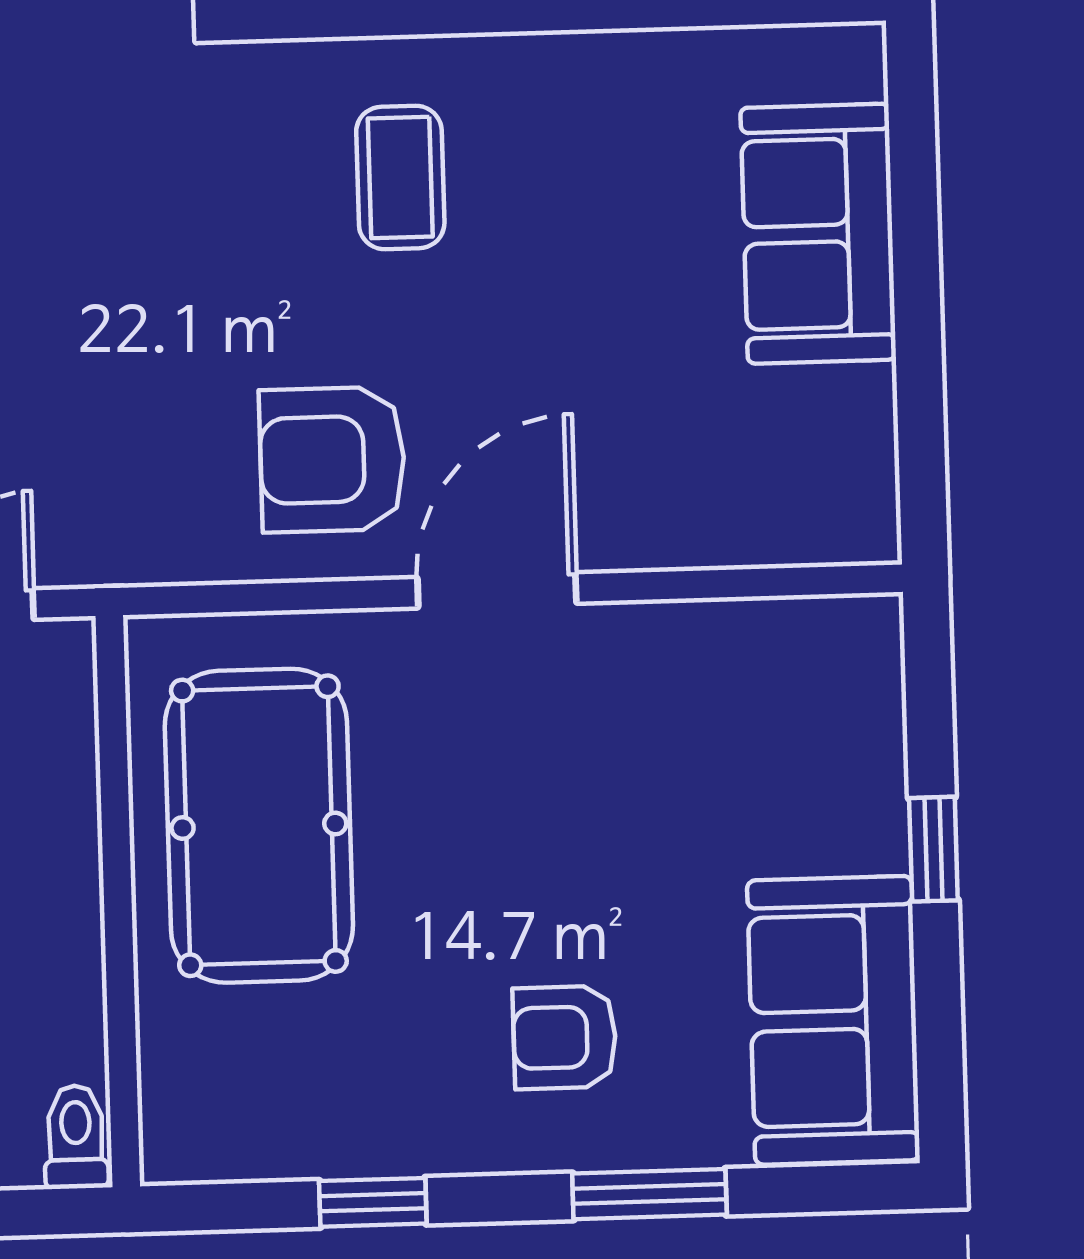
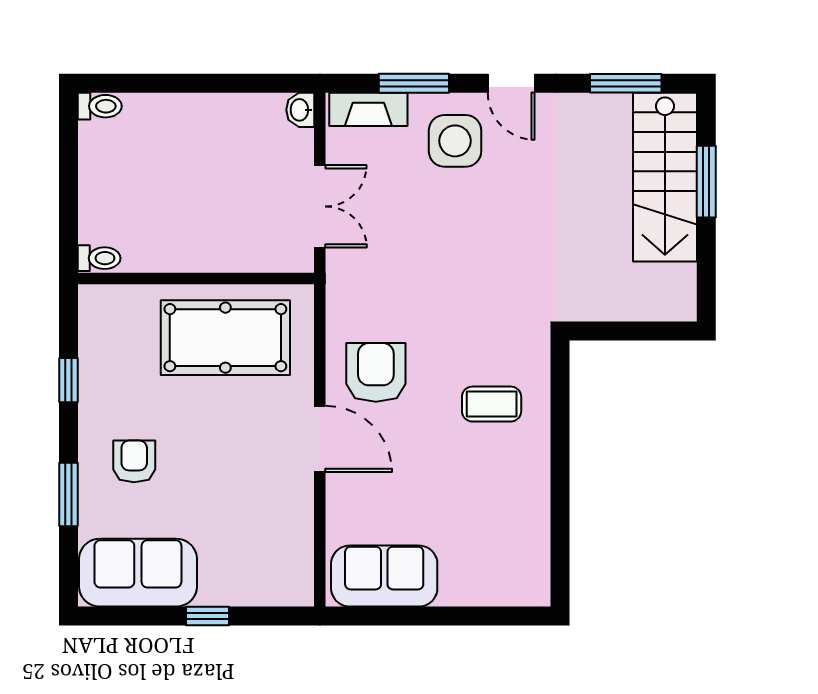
sofa: (818, 234) -> (384, 576), moved

